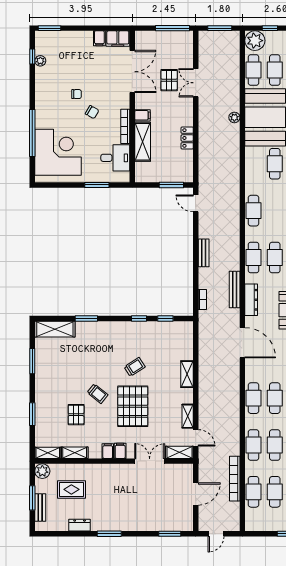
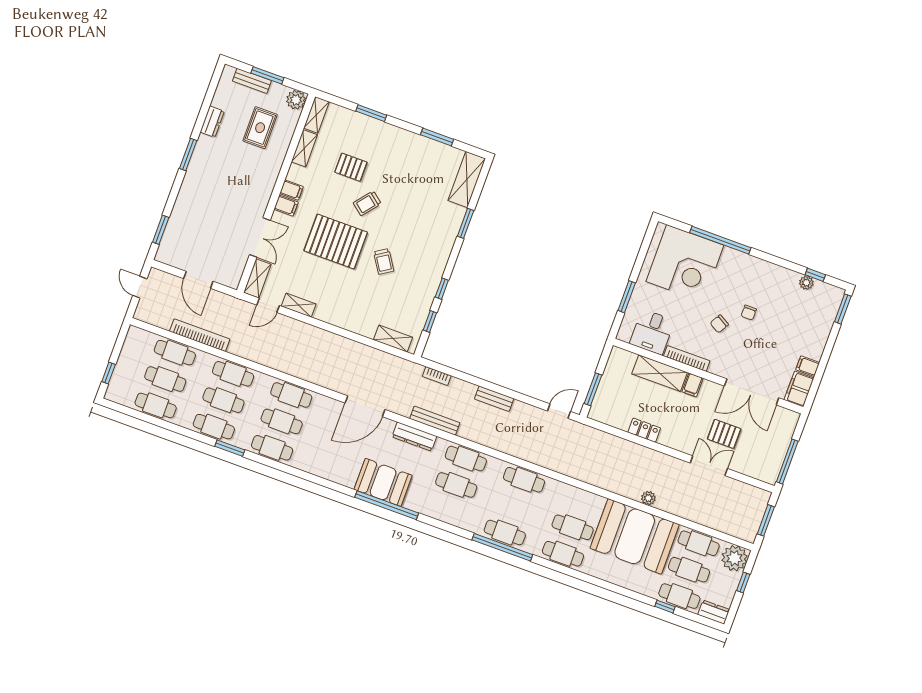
shelving: (187, 374) -> (393, 339), moved

